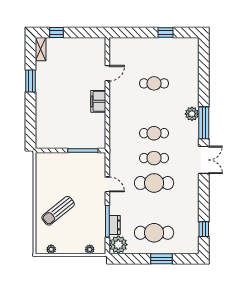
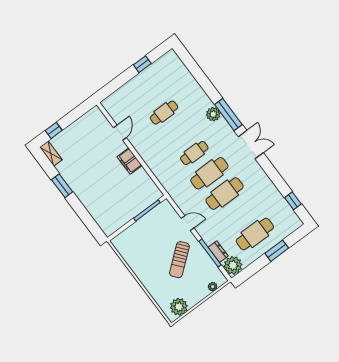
cafe table: (154, 158) -> (209, 173), width x1.37, depth x1.35
sun lounger: (58, 211) -> (179, 260), moved
plant: (51, 249) -> (179, 307), width x1.88, depth x1.88

